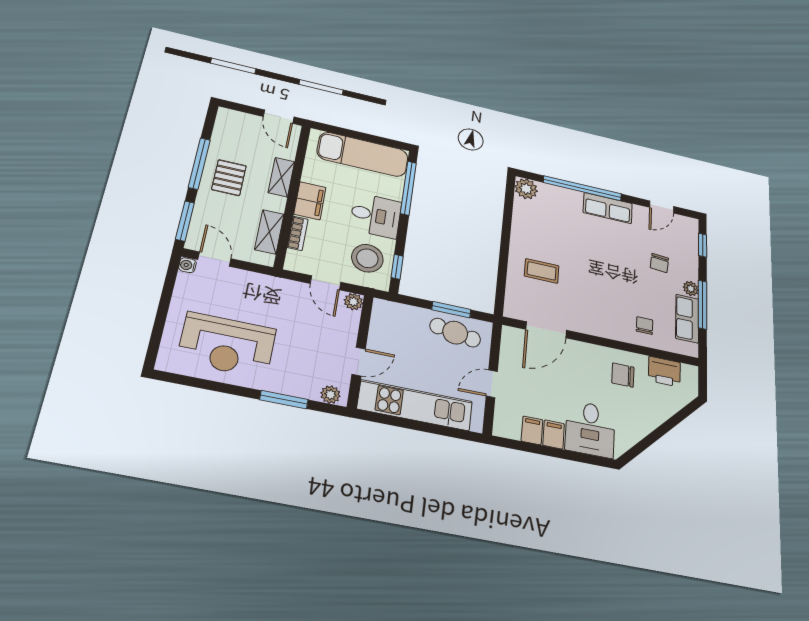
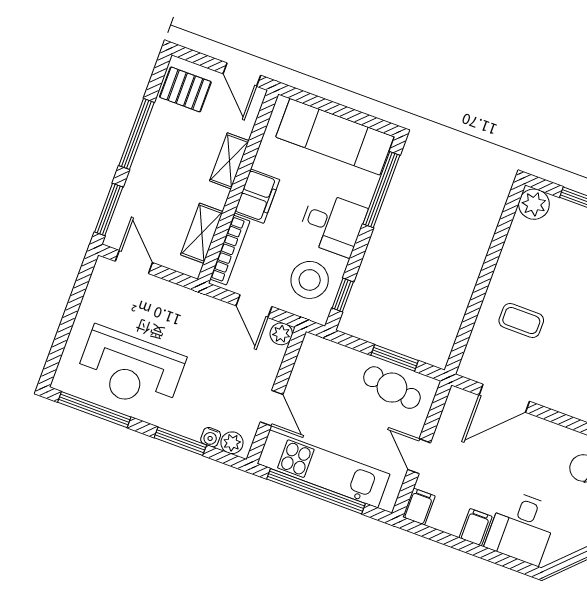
pallet: (229, 178) -> (185, 89), moved, turned 90
bookcase: (298, 233) -> (230, 250), width x1.56
water cooler: (187, 265) -> (211, 437), moved, turned -90
door: (359, 362) -> (272, 408), hinge flipped
window: (199, 383) -> (94, 410), added
door: (492, 384) -> (419, 456), hinge flipped
window: (413, 425) -> (316, 491), added
filing cabinet: (532, 430) -> (419, 507), moved

